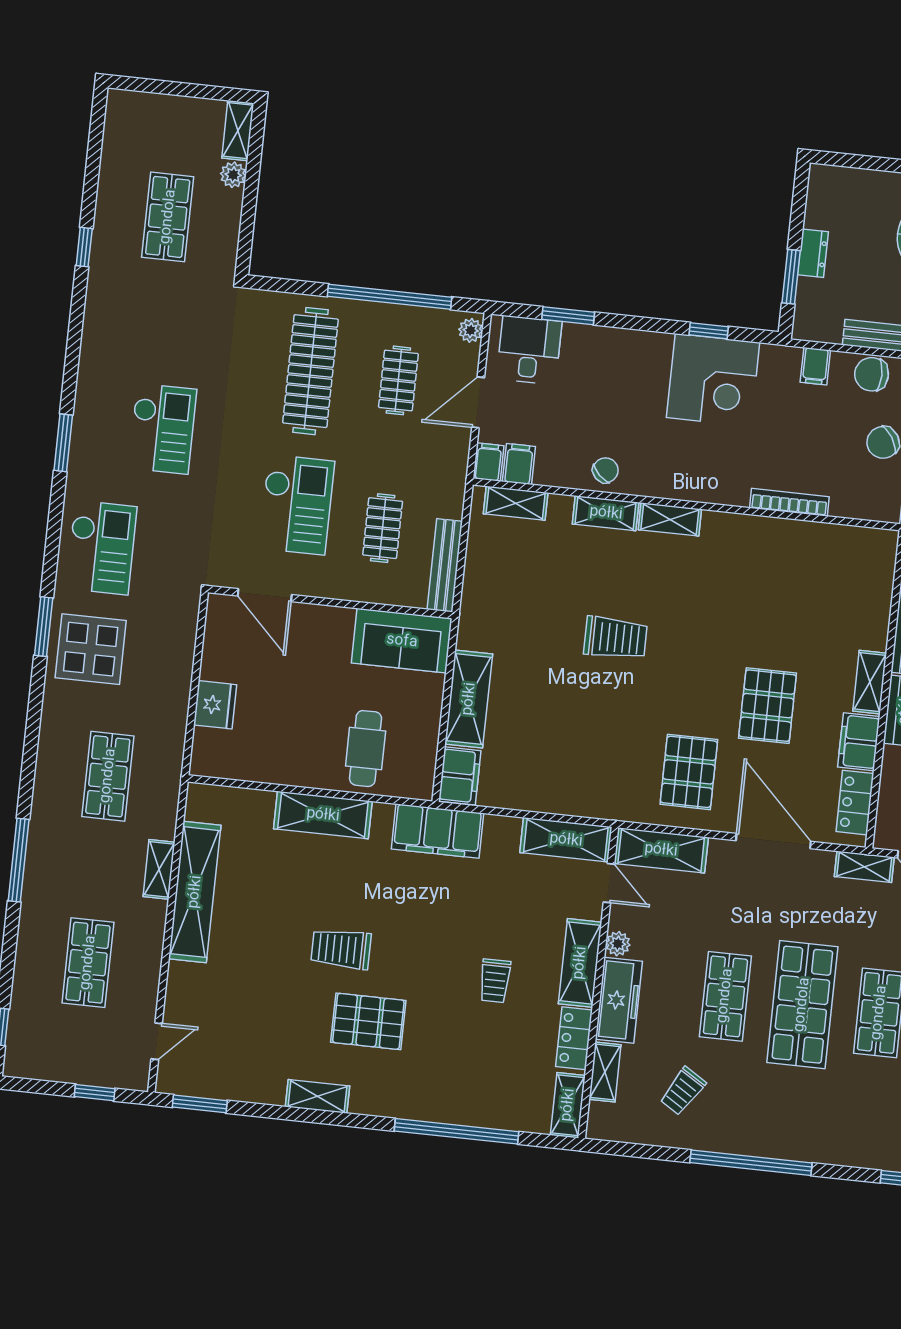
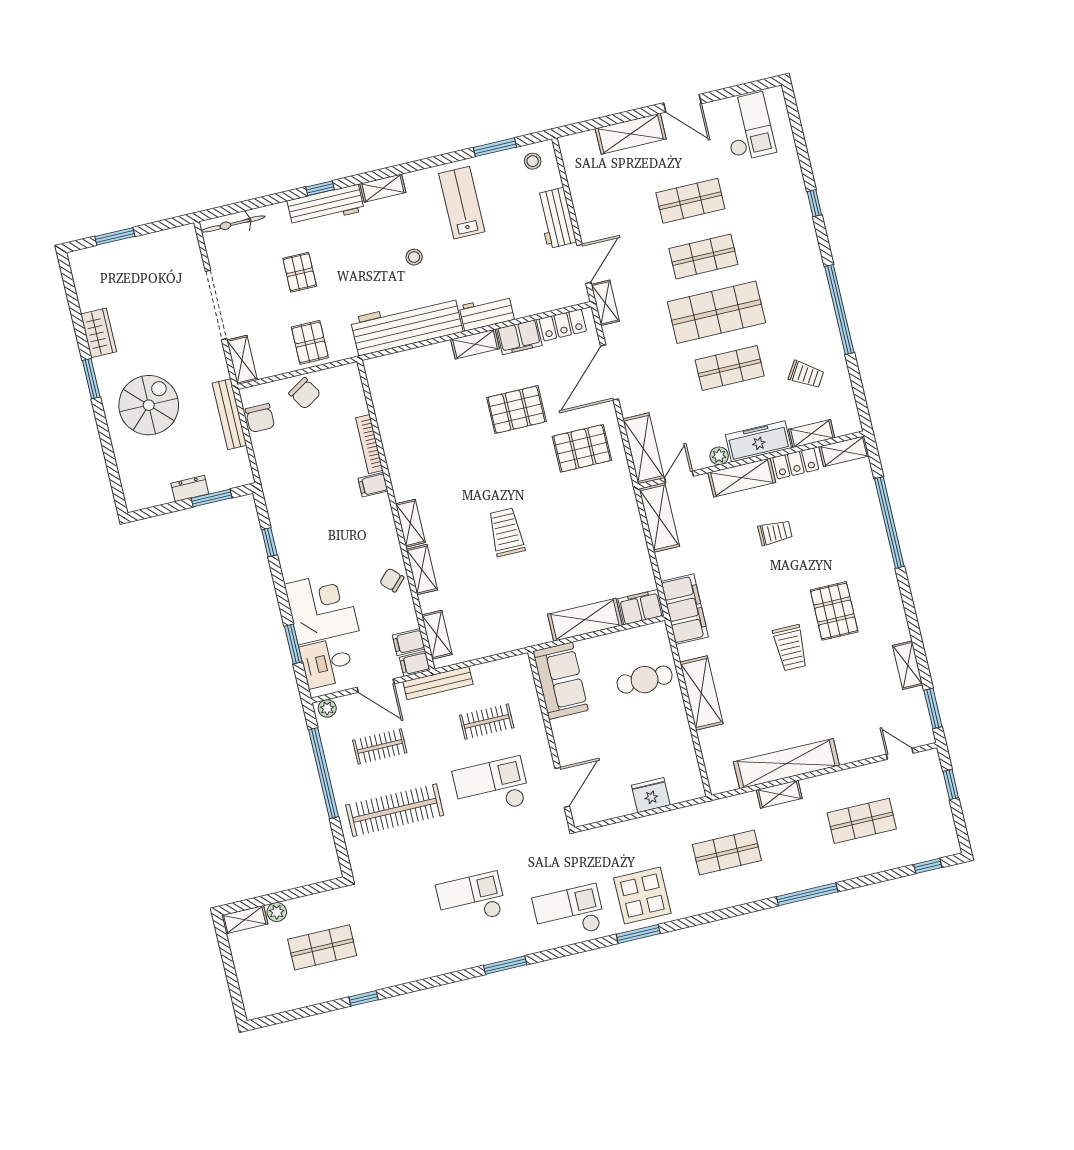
filing cabinet: (815, 366) -> (373, 485), moved, turned 180
corner desk: (713, 380) -> (322, 607), moved
bench: (445, 565) -> (438, 683), moved
shelving: (317, 1096) -> (908, 665), moved

